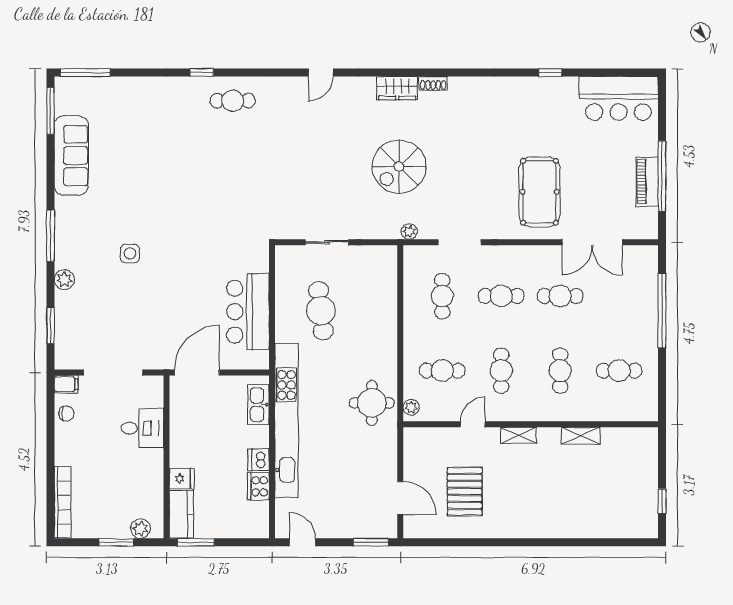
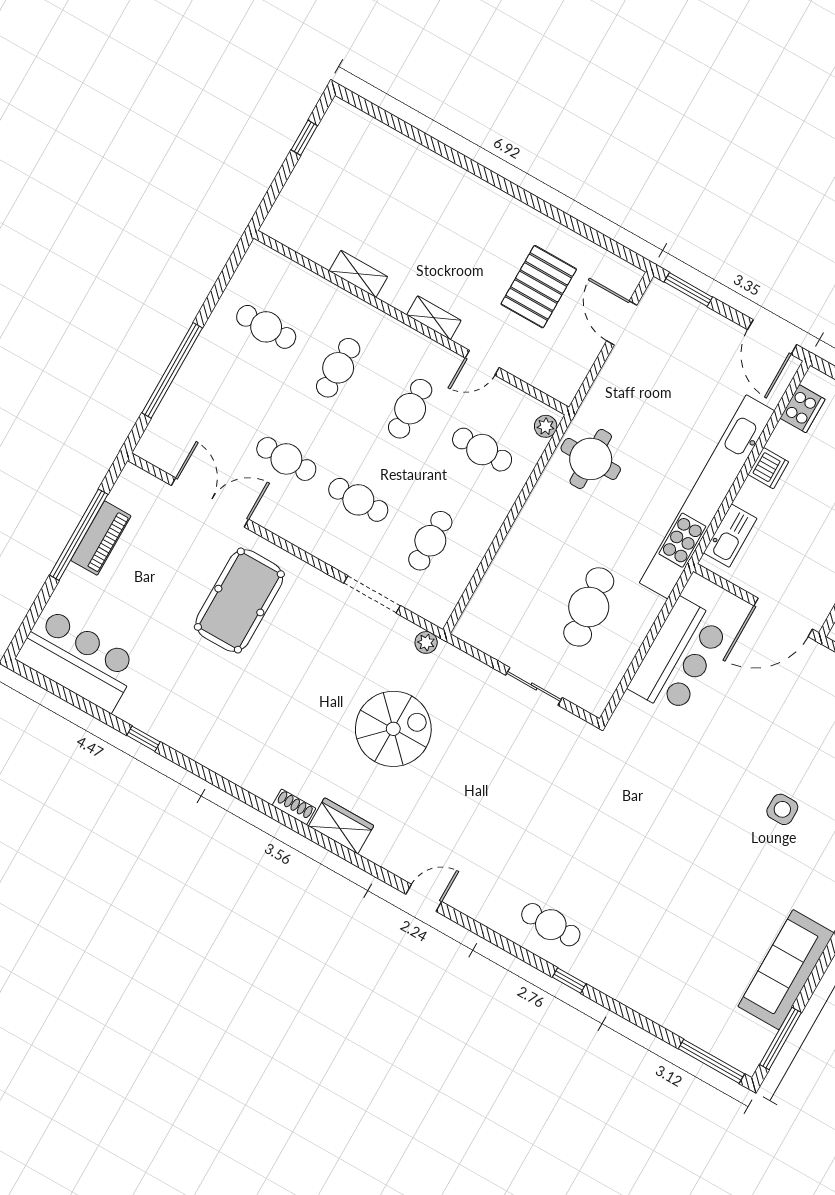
cooker: (258, 486) -> (803, 409), moved
door: (302, 542) -> (772, 337), width x1.38

